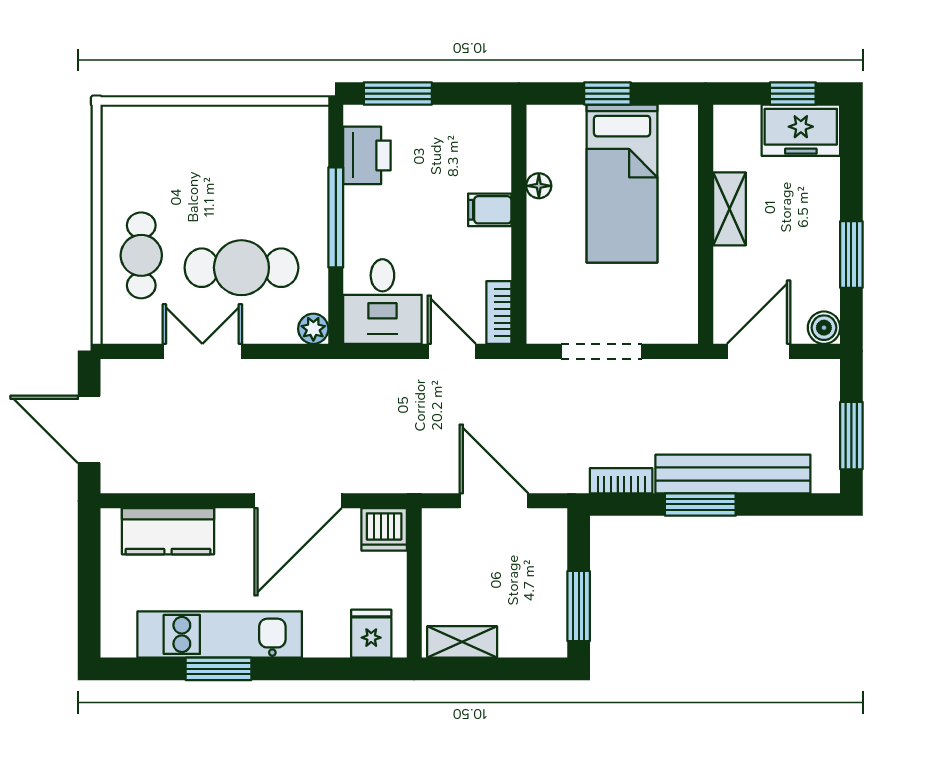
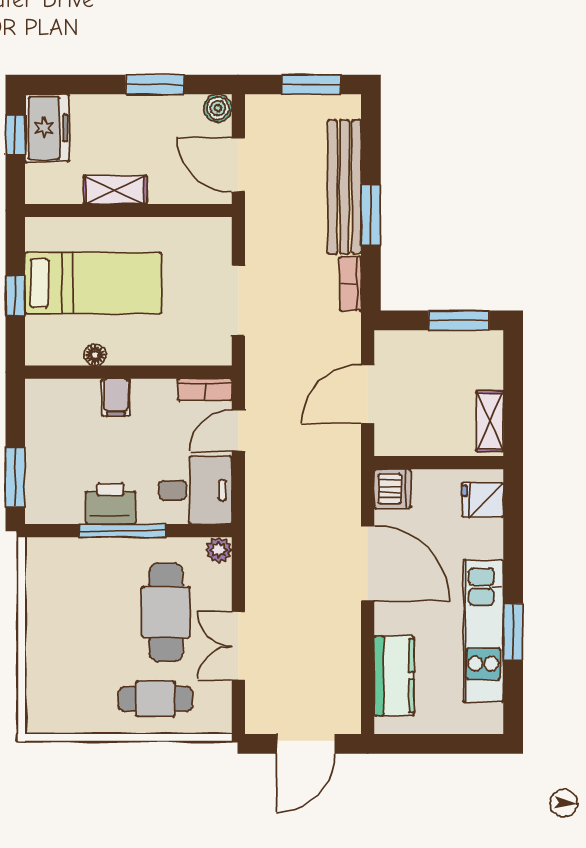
printer: (367, 155) -> (111, 504), moved

